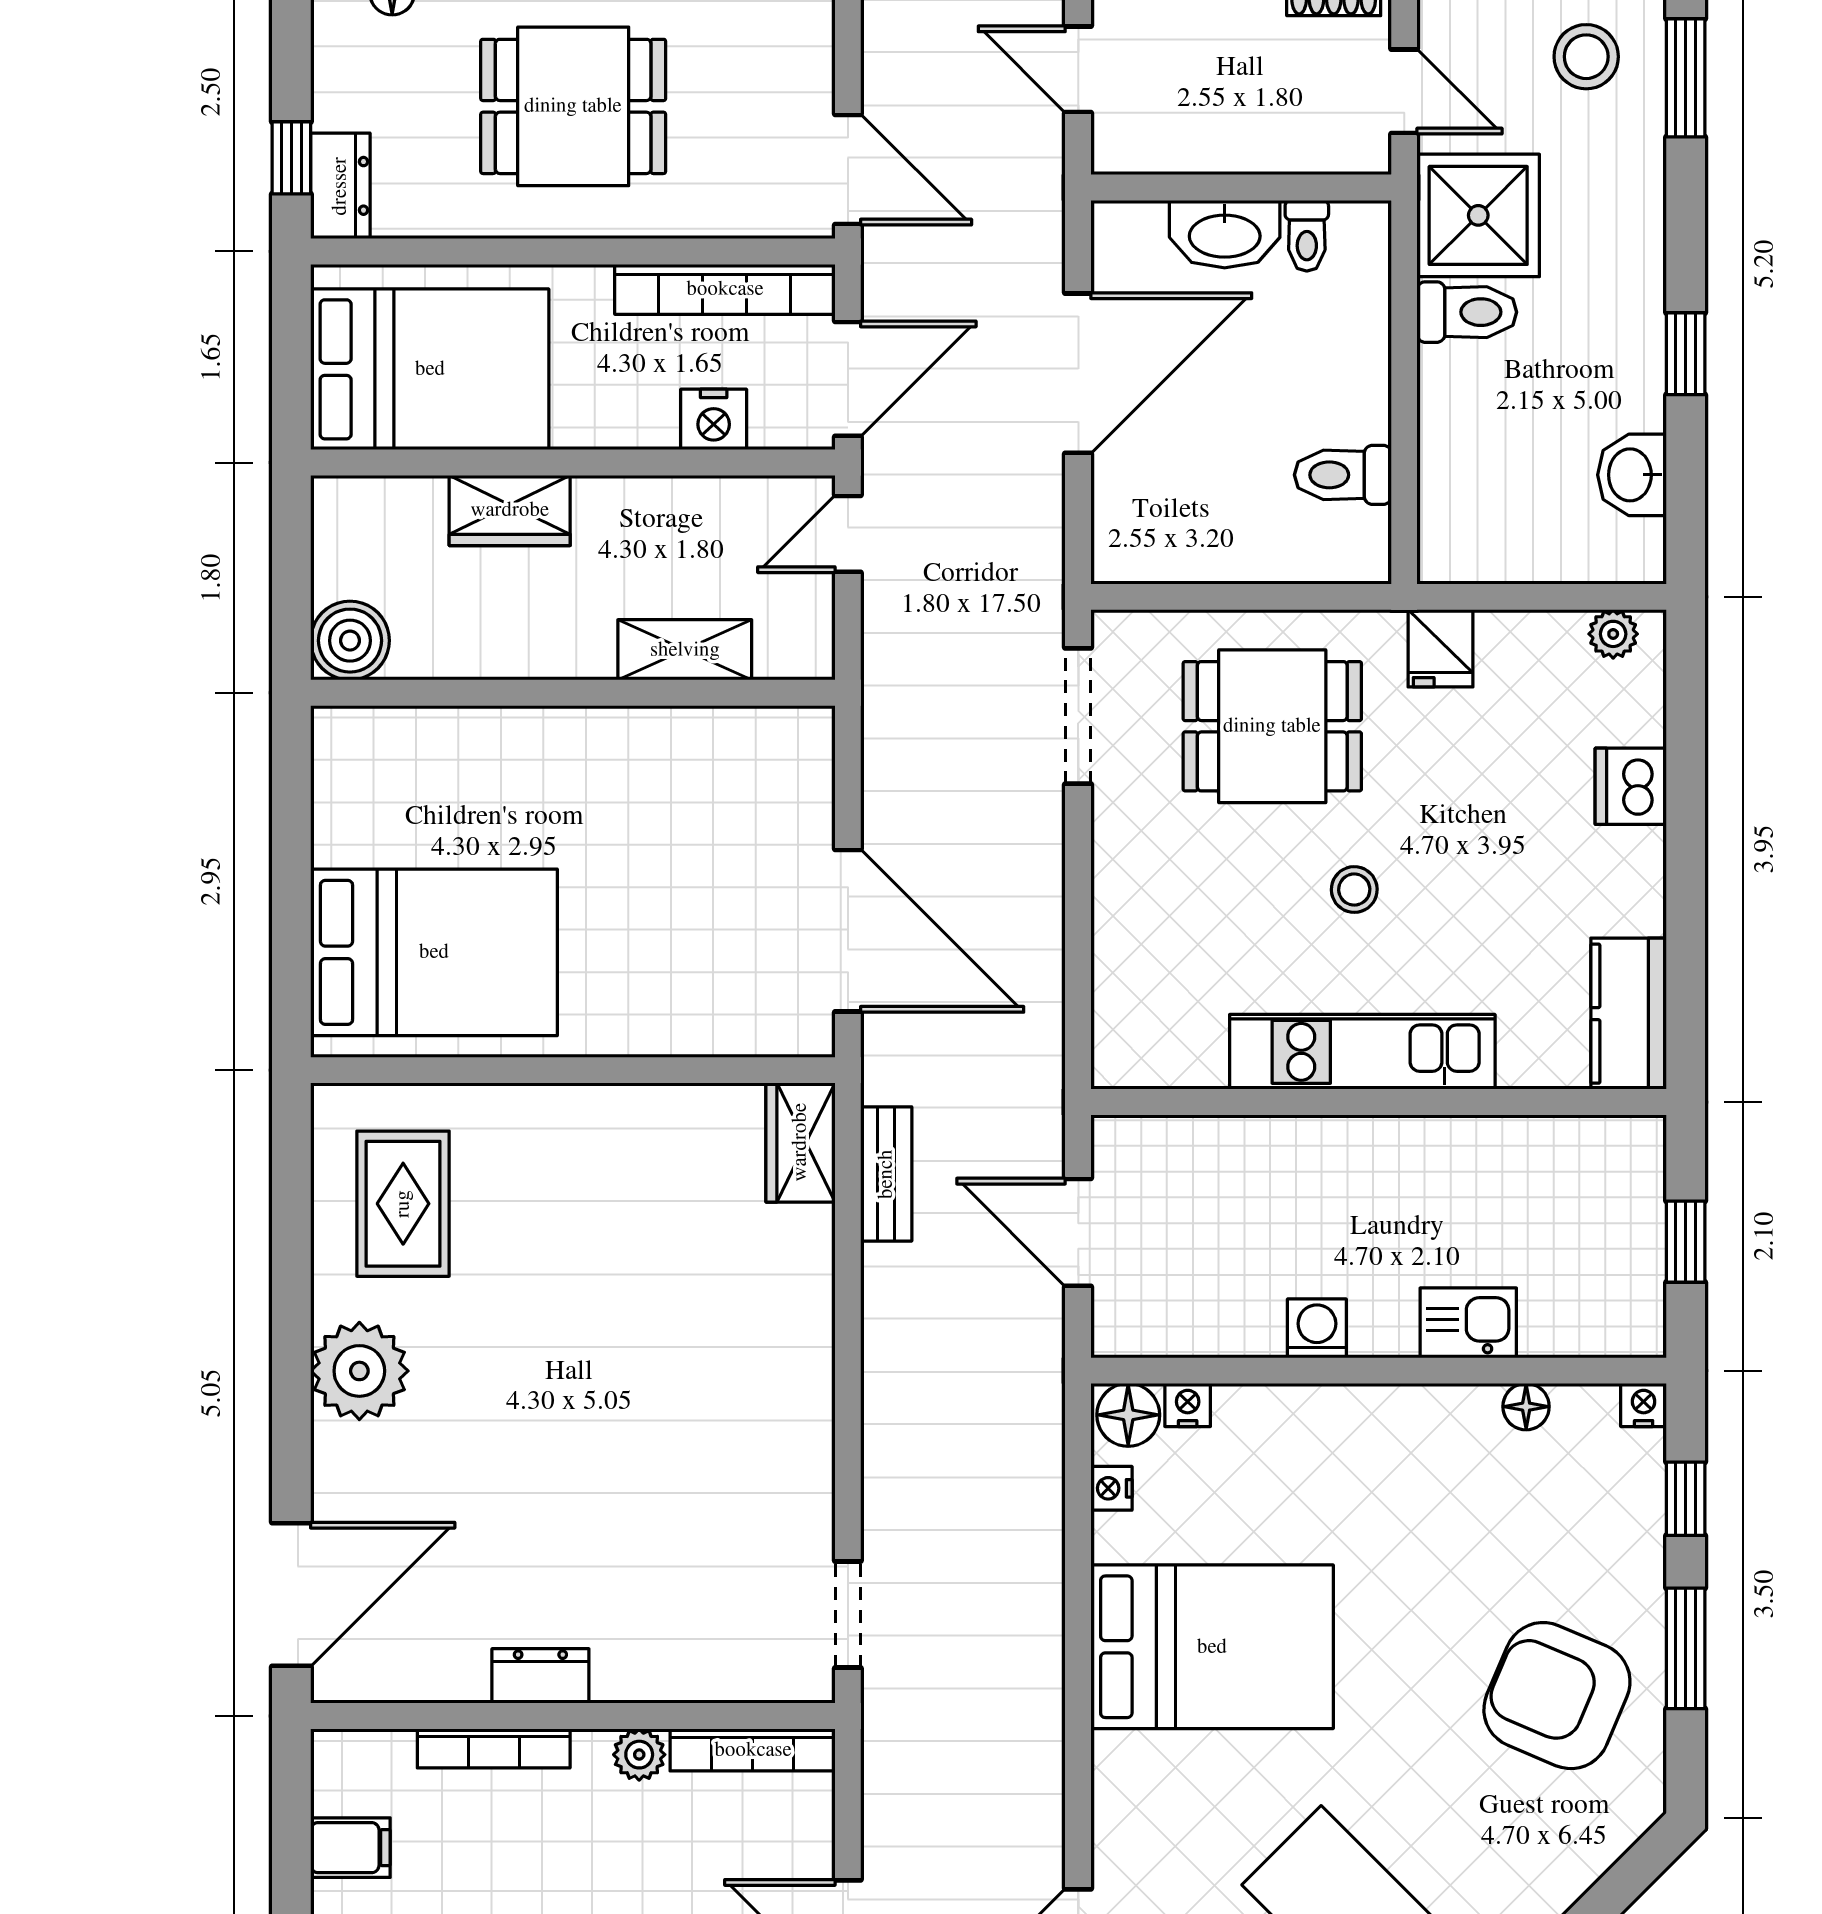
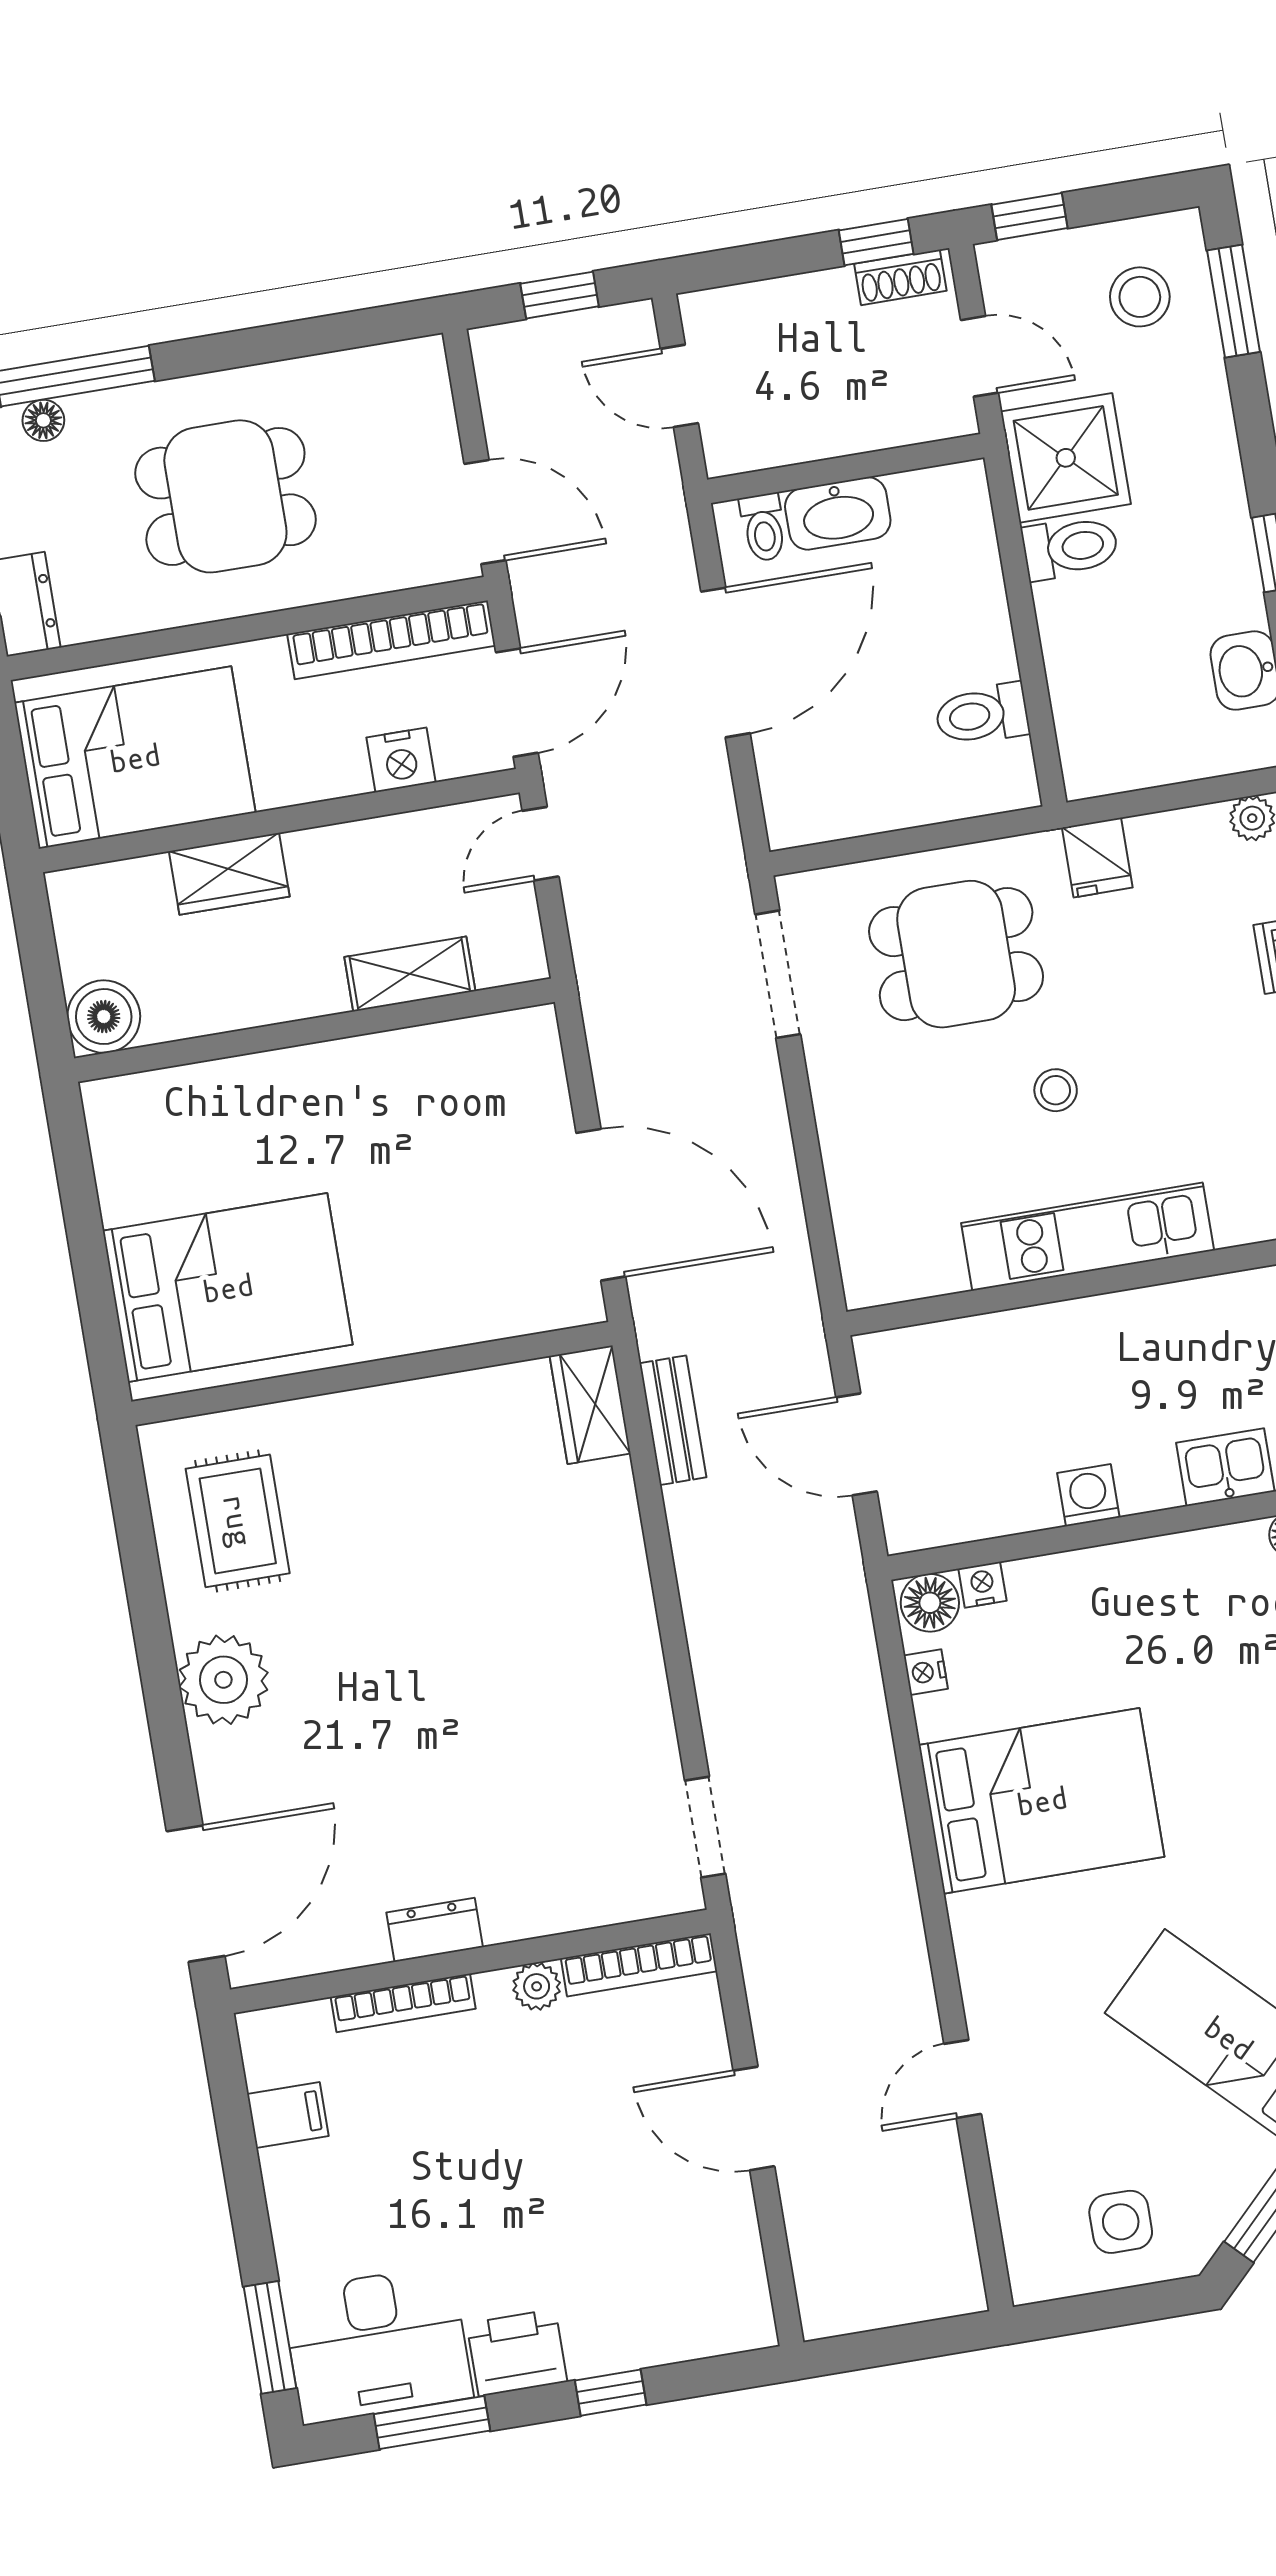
toilet: (1307, 236) -> (763, 527), moved

